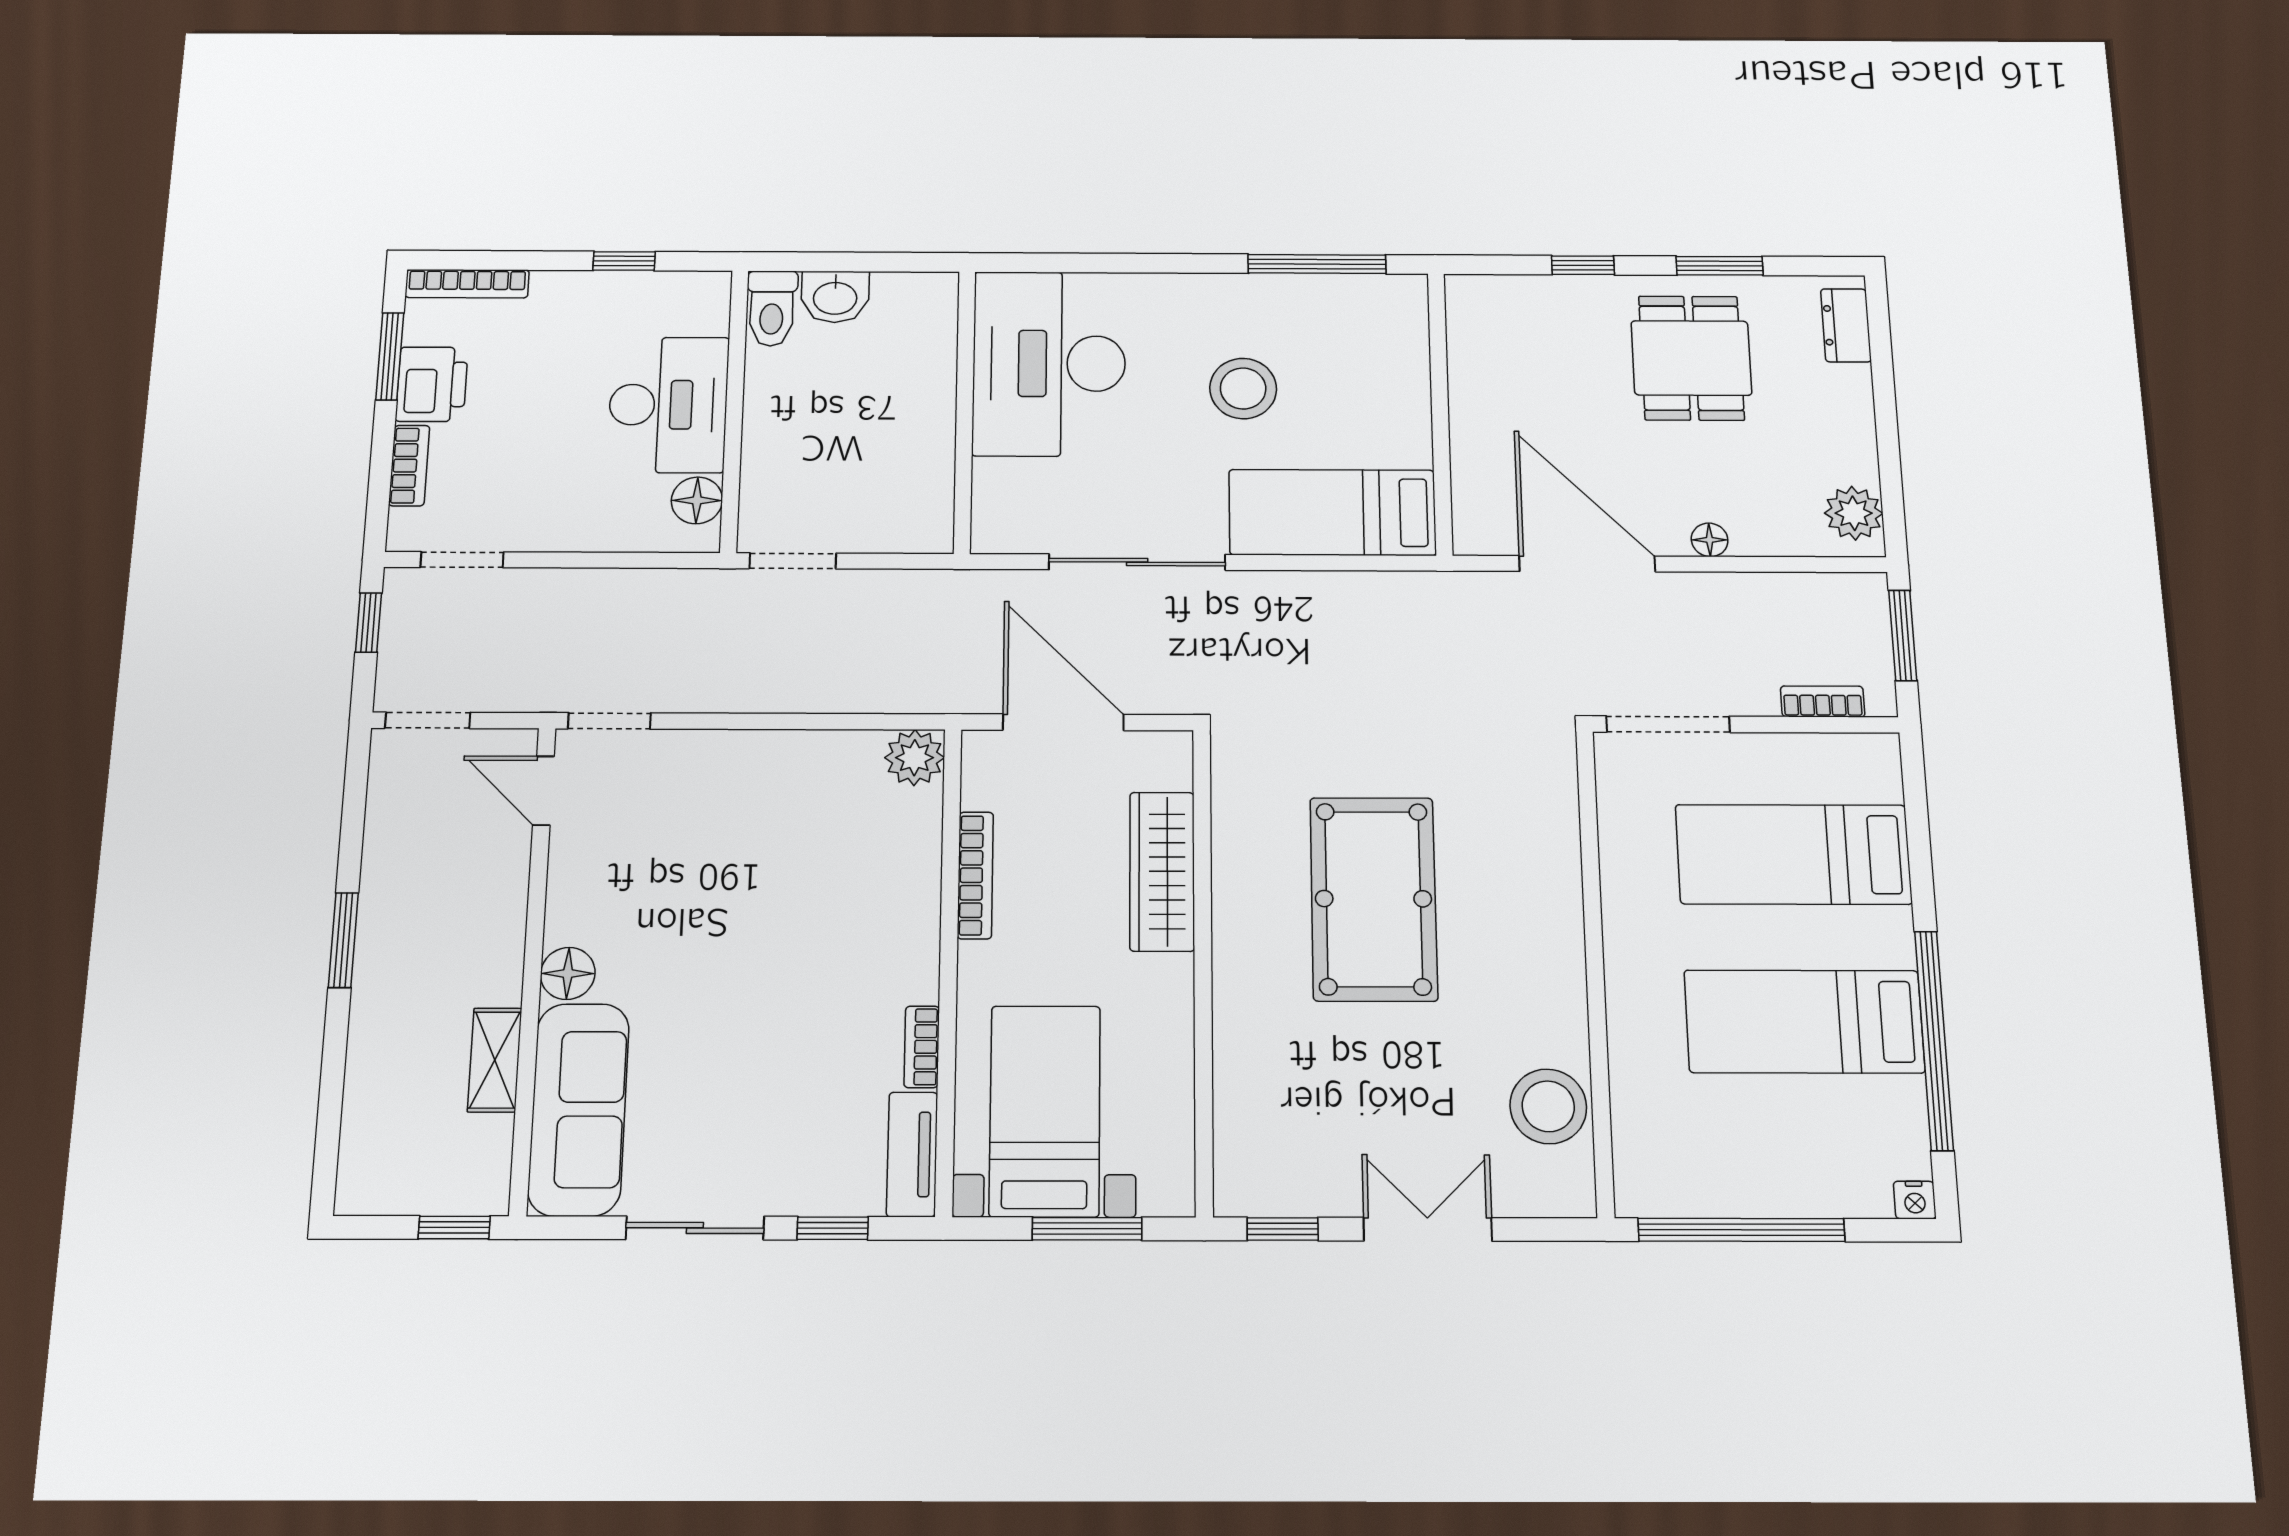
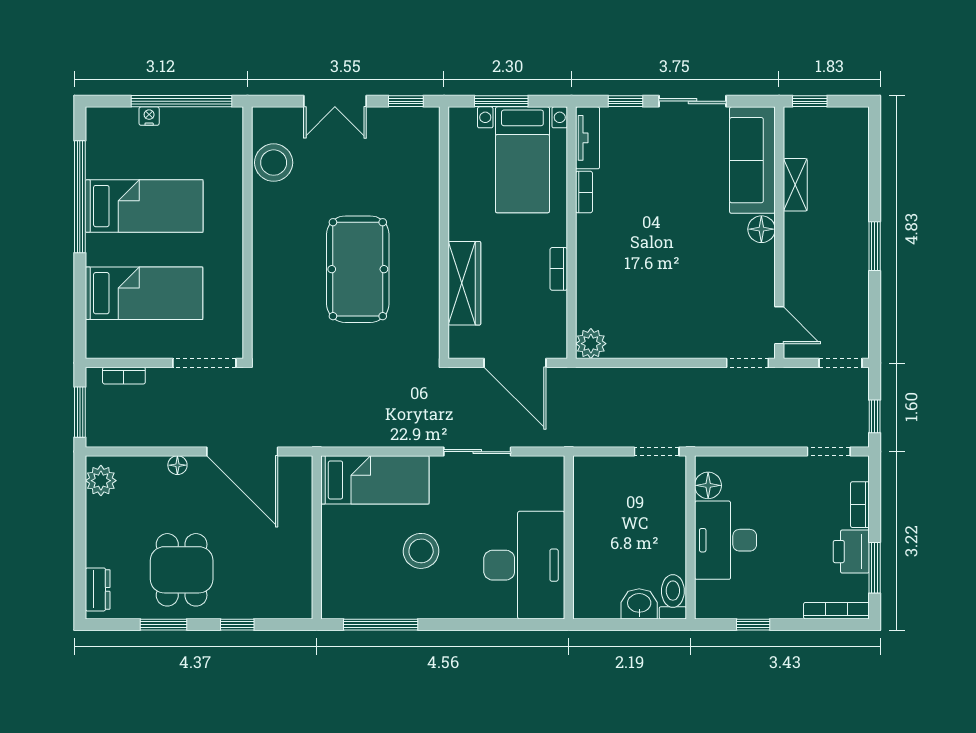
sliding door: (1137, 562) -> (477, 452), width x0.73
bookcase: (975, 875) -> (559, 269), width x0.64
nightstand: (1915, 1200) -> (149, 116), moved

